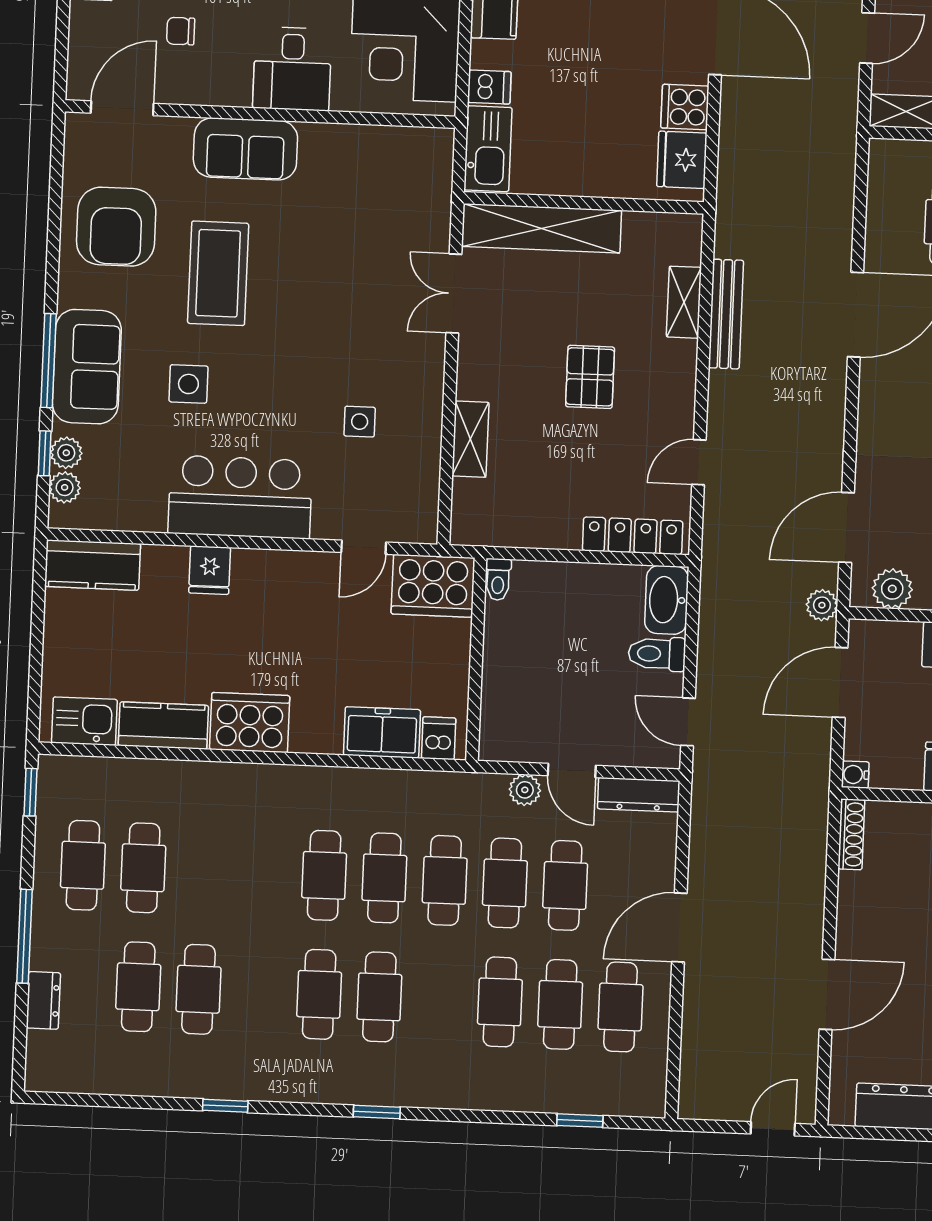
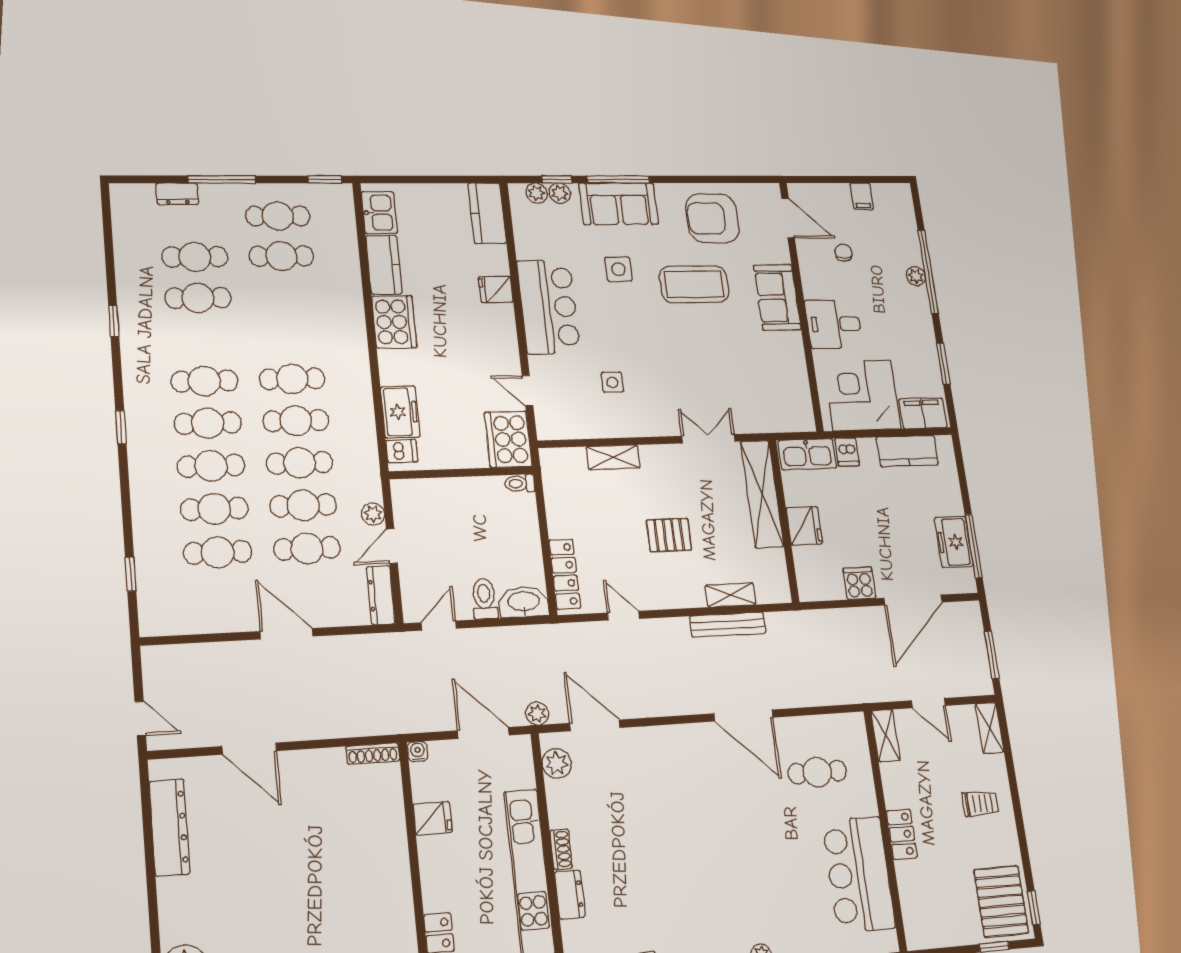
fridge: (682, 160) -> (804, 526), moved, turned 90
cafe table: (620, 1007) -> (211, 466), moved

